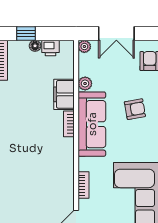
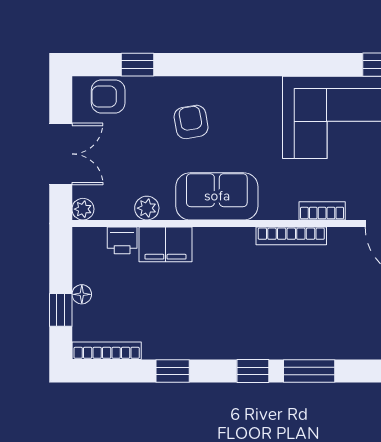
printer: (51, 48) -> (122, 240), moved, turned 90
bookcase: (69, 124) -> (291, 236), moved, width x1.56
sofa: (92, 124) -> (217, 196), width x0.73

